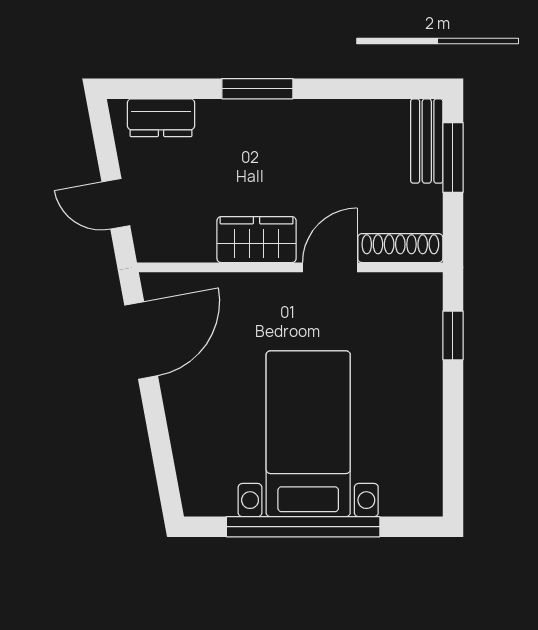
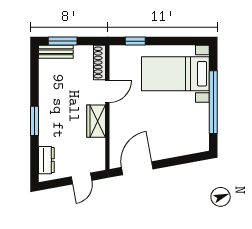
door: (330, 267) -> (107, 91), swing flipped
door: (141, 340) -> (137, 168), hinge flipped
bed with nightstands: (308, 434) -> (175, 74), moved

